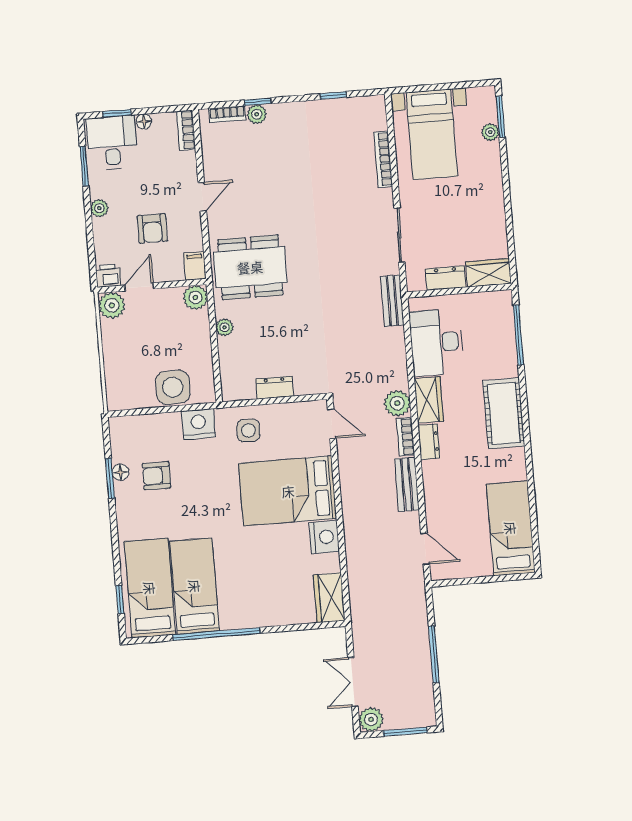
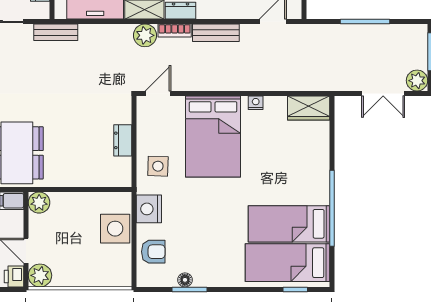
plant: (225, 327) -> (67, 179), removed
armchair: (156, 476) -> (153, 252), moved, turned -90
nightstand: (324, 537) -> (256, 103), width x0.53, depth x0.56

